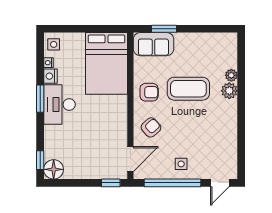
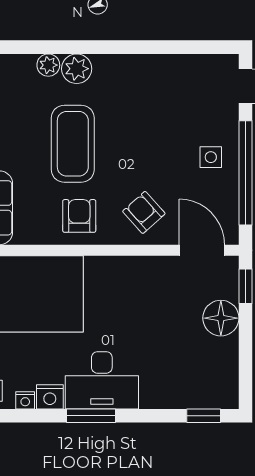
floor lamp: (54, 169) -> (221, 318), moved

